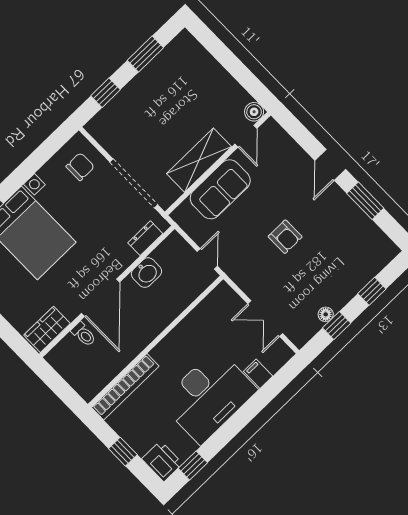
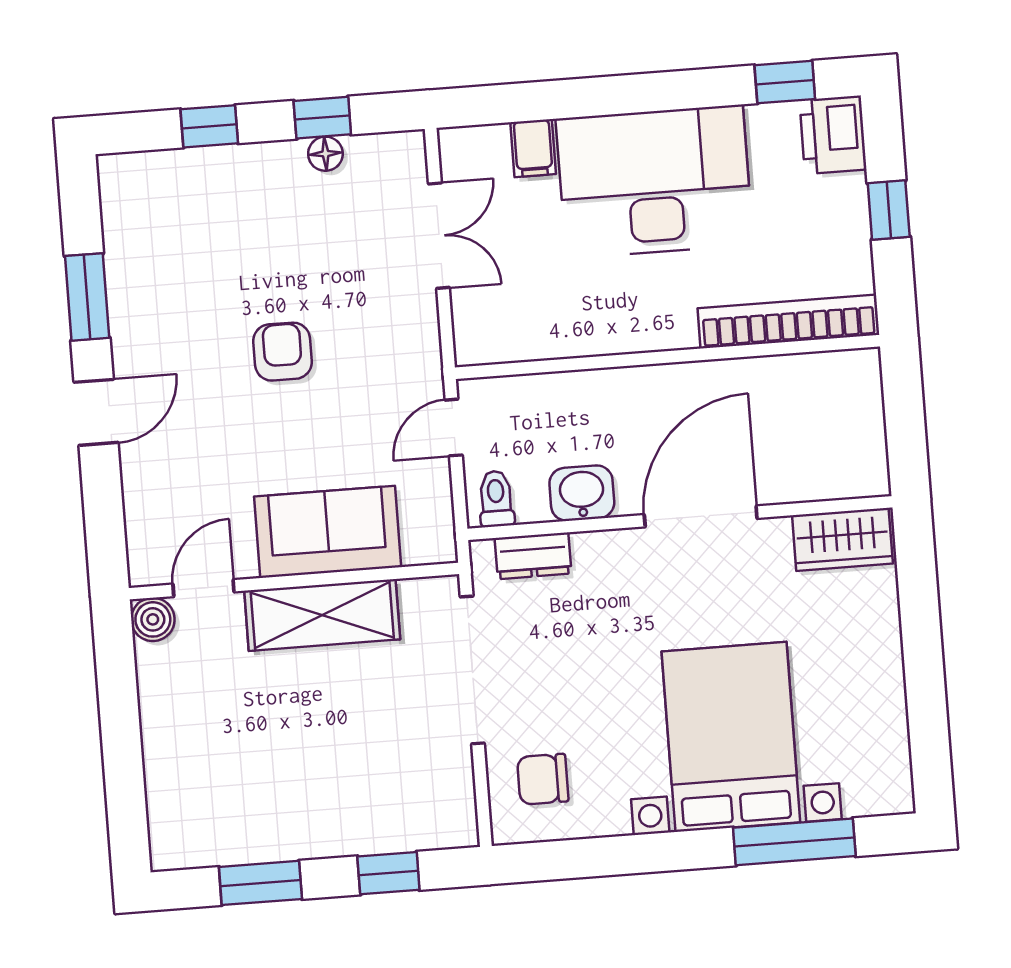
toilet: (84, 334) -> (496, 499), moved

